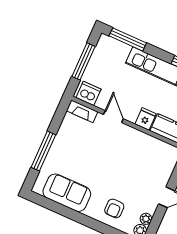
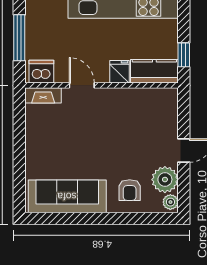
window: (43, 151) -> (19, 161), removed
sofa: (67, 193) -> (67, 196), width x1.36
plant: (146, 219) -> (165, 180), width x1.88, depth x1.88

